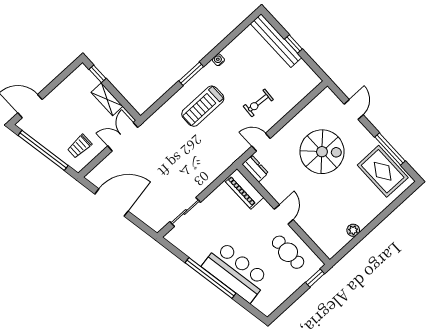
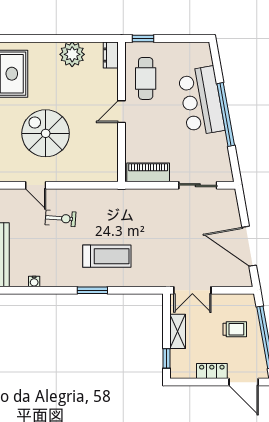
water cooler: (218, 60) -> (34, 281), moved
locker: (59, 94) -> (212, 371), added
door: (261, 142) -> (36, 185), moved
trolley: (79, 146) -> (235, 329), moved
dresser: (255, 169) -> (111, 55), moved
piano: (244, 189) -> (148, 172), moved, turned -90
plant: (353, 230) -> (72, 54), width x1.88, depth x1.88

